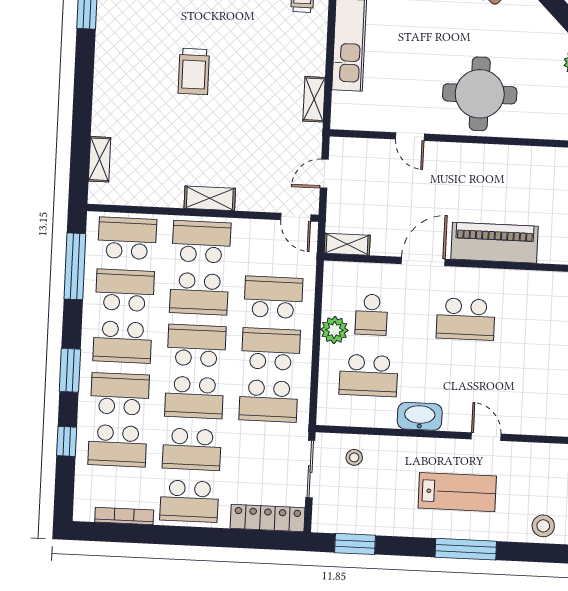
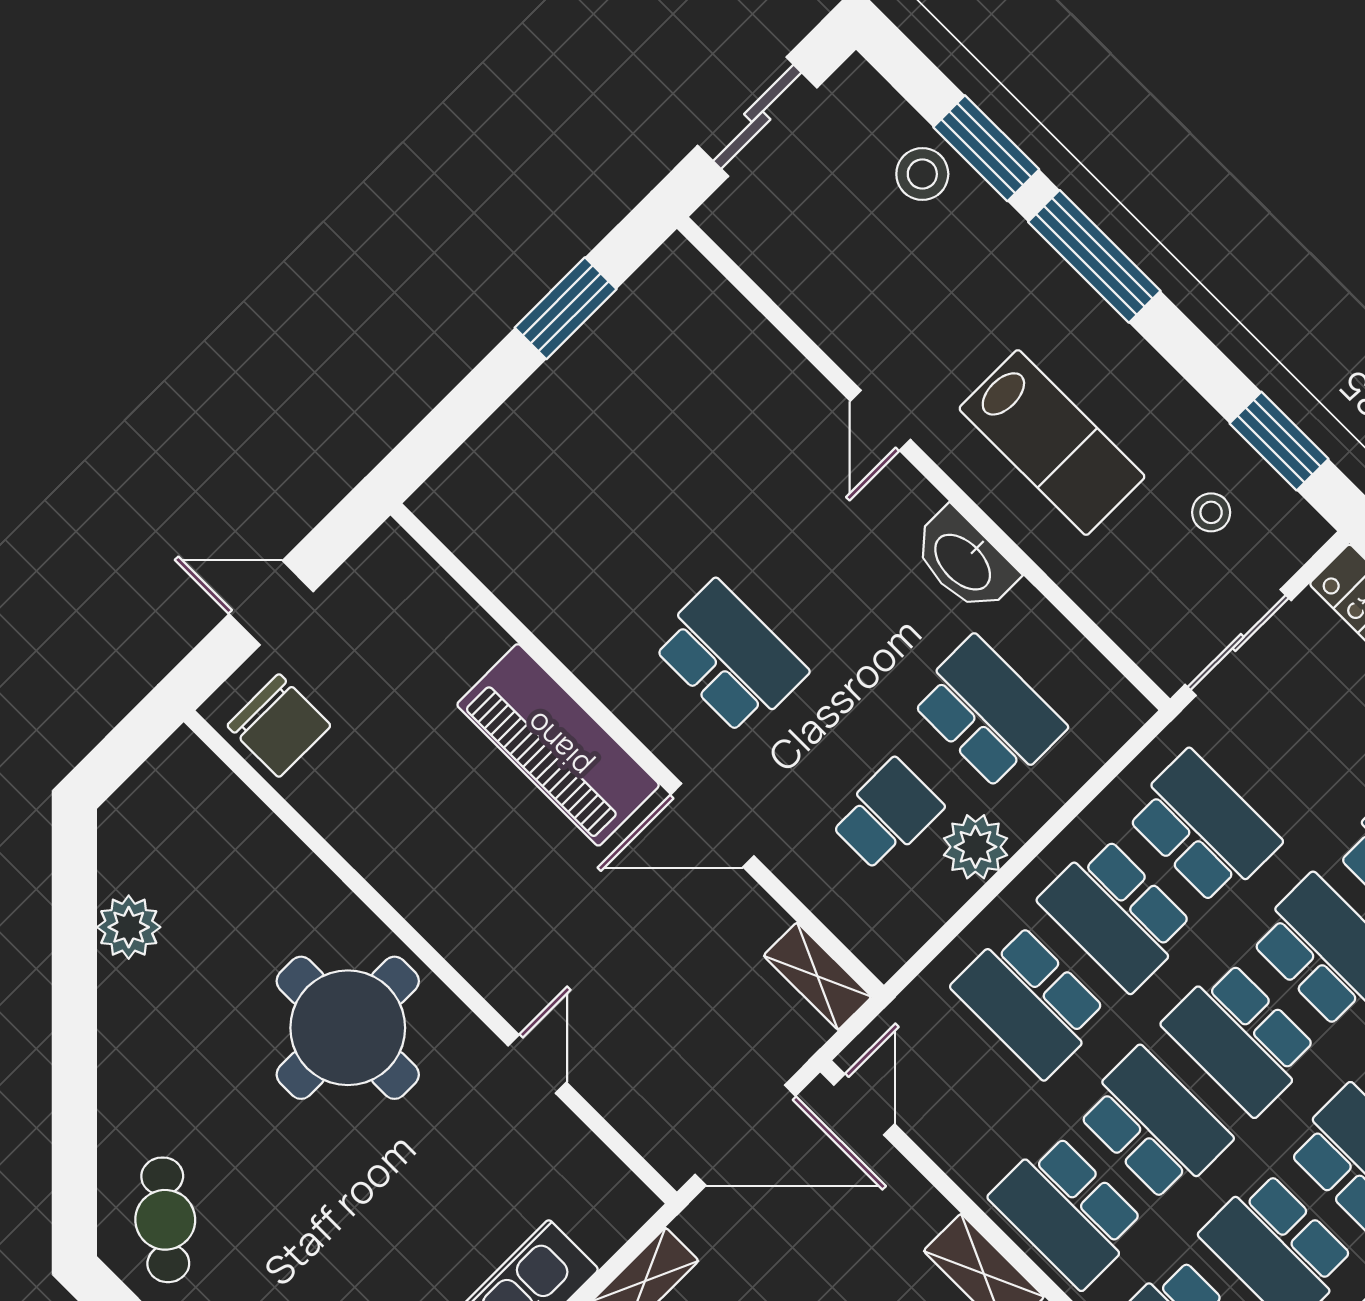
door: (324, 174) -> (745, 1135), width x1.88
stool: (354, 457) -> (1211, 512), moved
lab bench: (457, 492) -> (1052, 443), moved, turned 180
window: (531, 552) -> (986, 148), added

